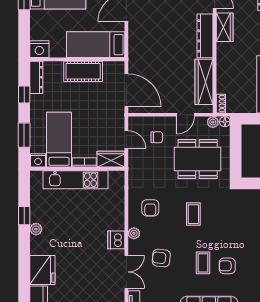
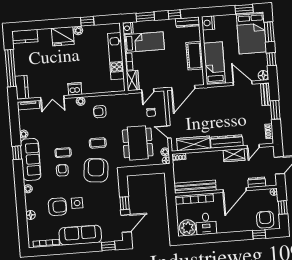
armchair: (161, 258) -> (96, 170), moved, width x1.88, depth x1.88
fridge: (42, 270) -> (63, 36), moved

